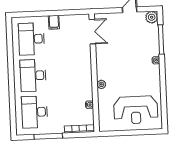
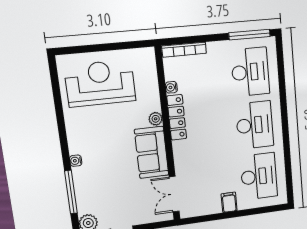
sofa: (106, 62) -> (152, 152), added
locker: (87, 84) -> (177, 117), added
window: (48, 136) -> (250, 35), moved

